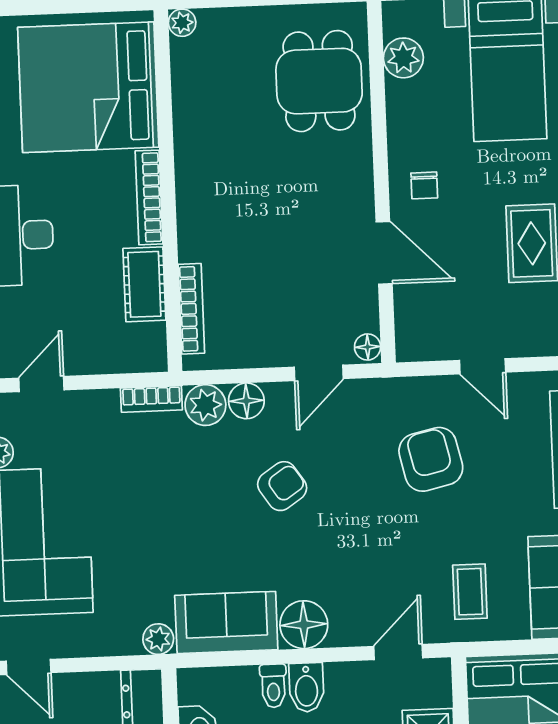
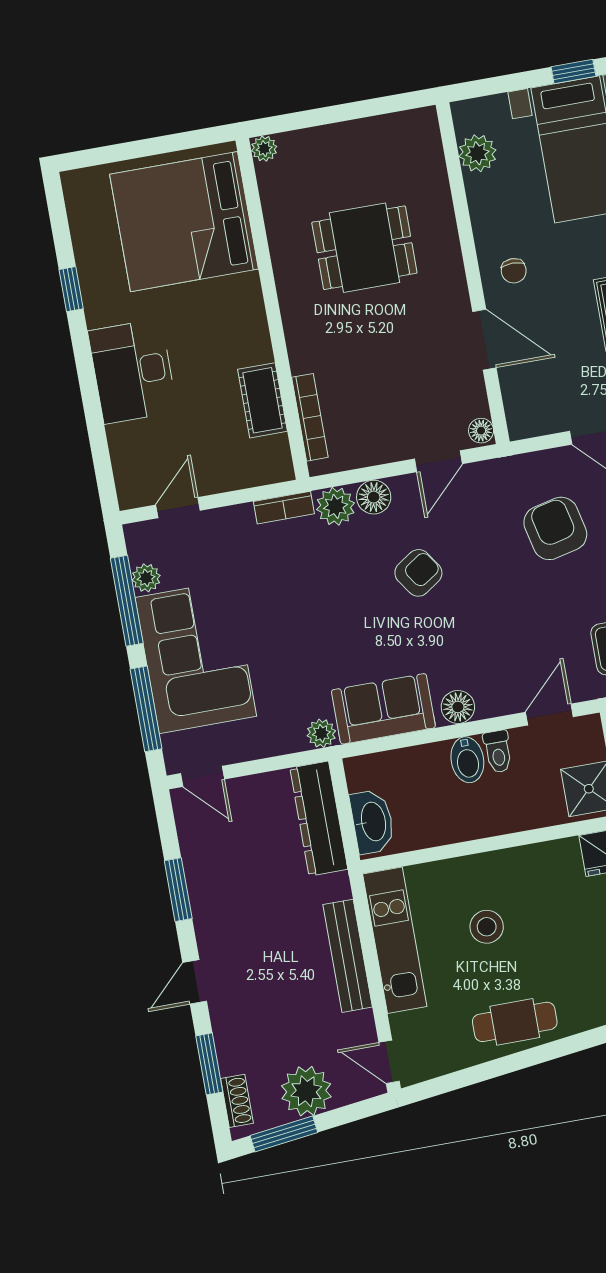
dining table: (319, 81) -> (364, 248), moved, turned 90
bookcase: (149, 197) -> (255, 318), removed
floor lamp: (304, 625) -> (458, 707), width x0.73, depth x0.73
toilet: (273, 686) -> (498, 752), moved

